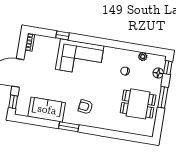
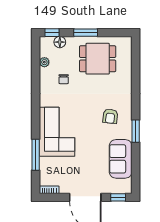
window: (63, 35) -> (36, 155), width x2.17
dining table: (138, 104) -> (98, 59), turned 90

